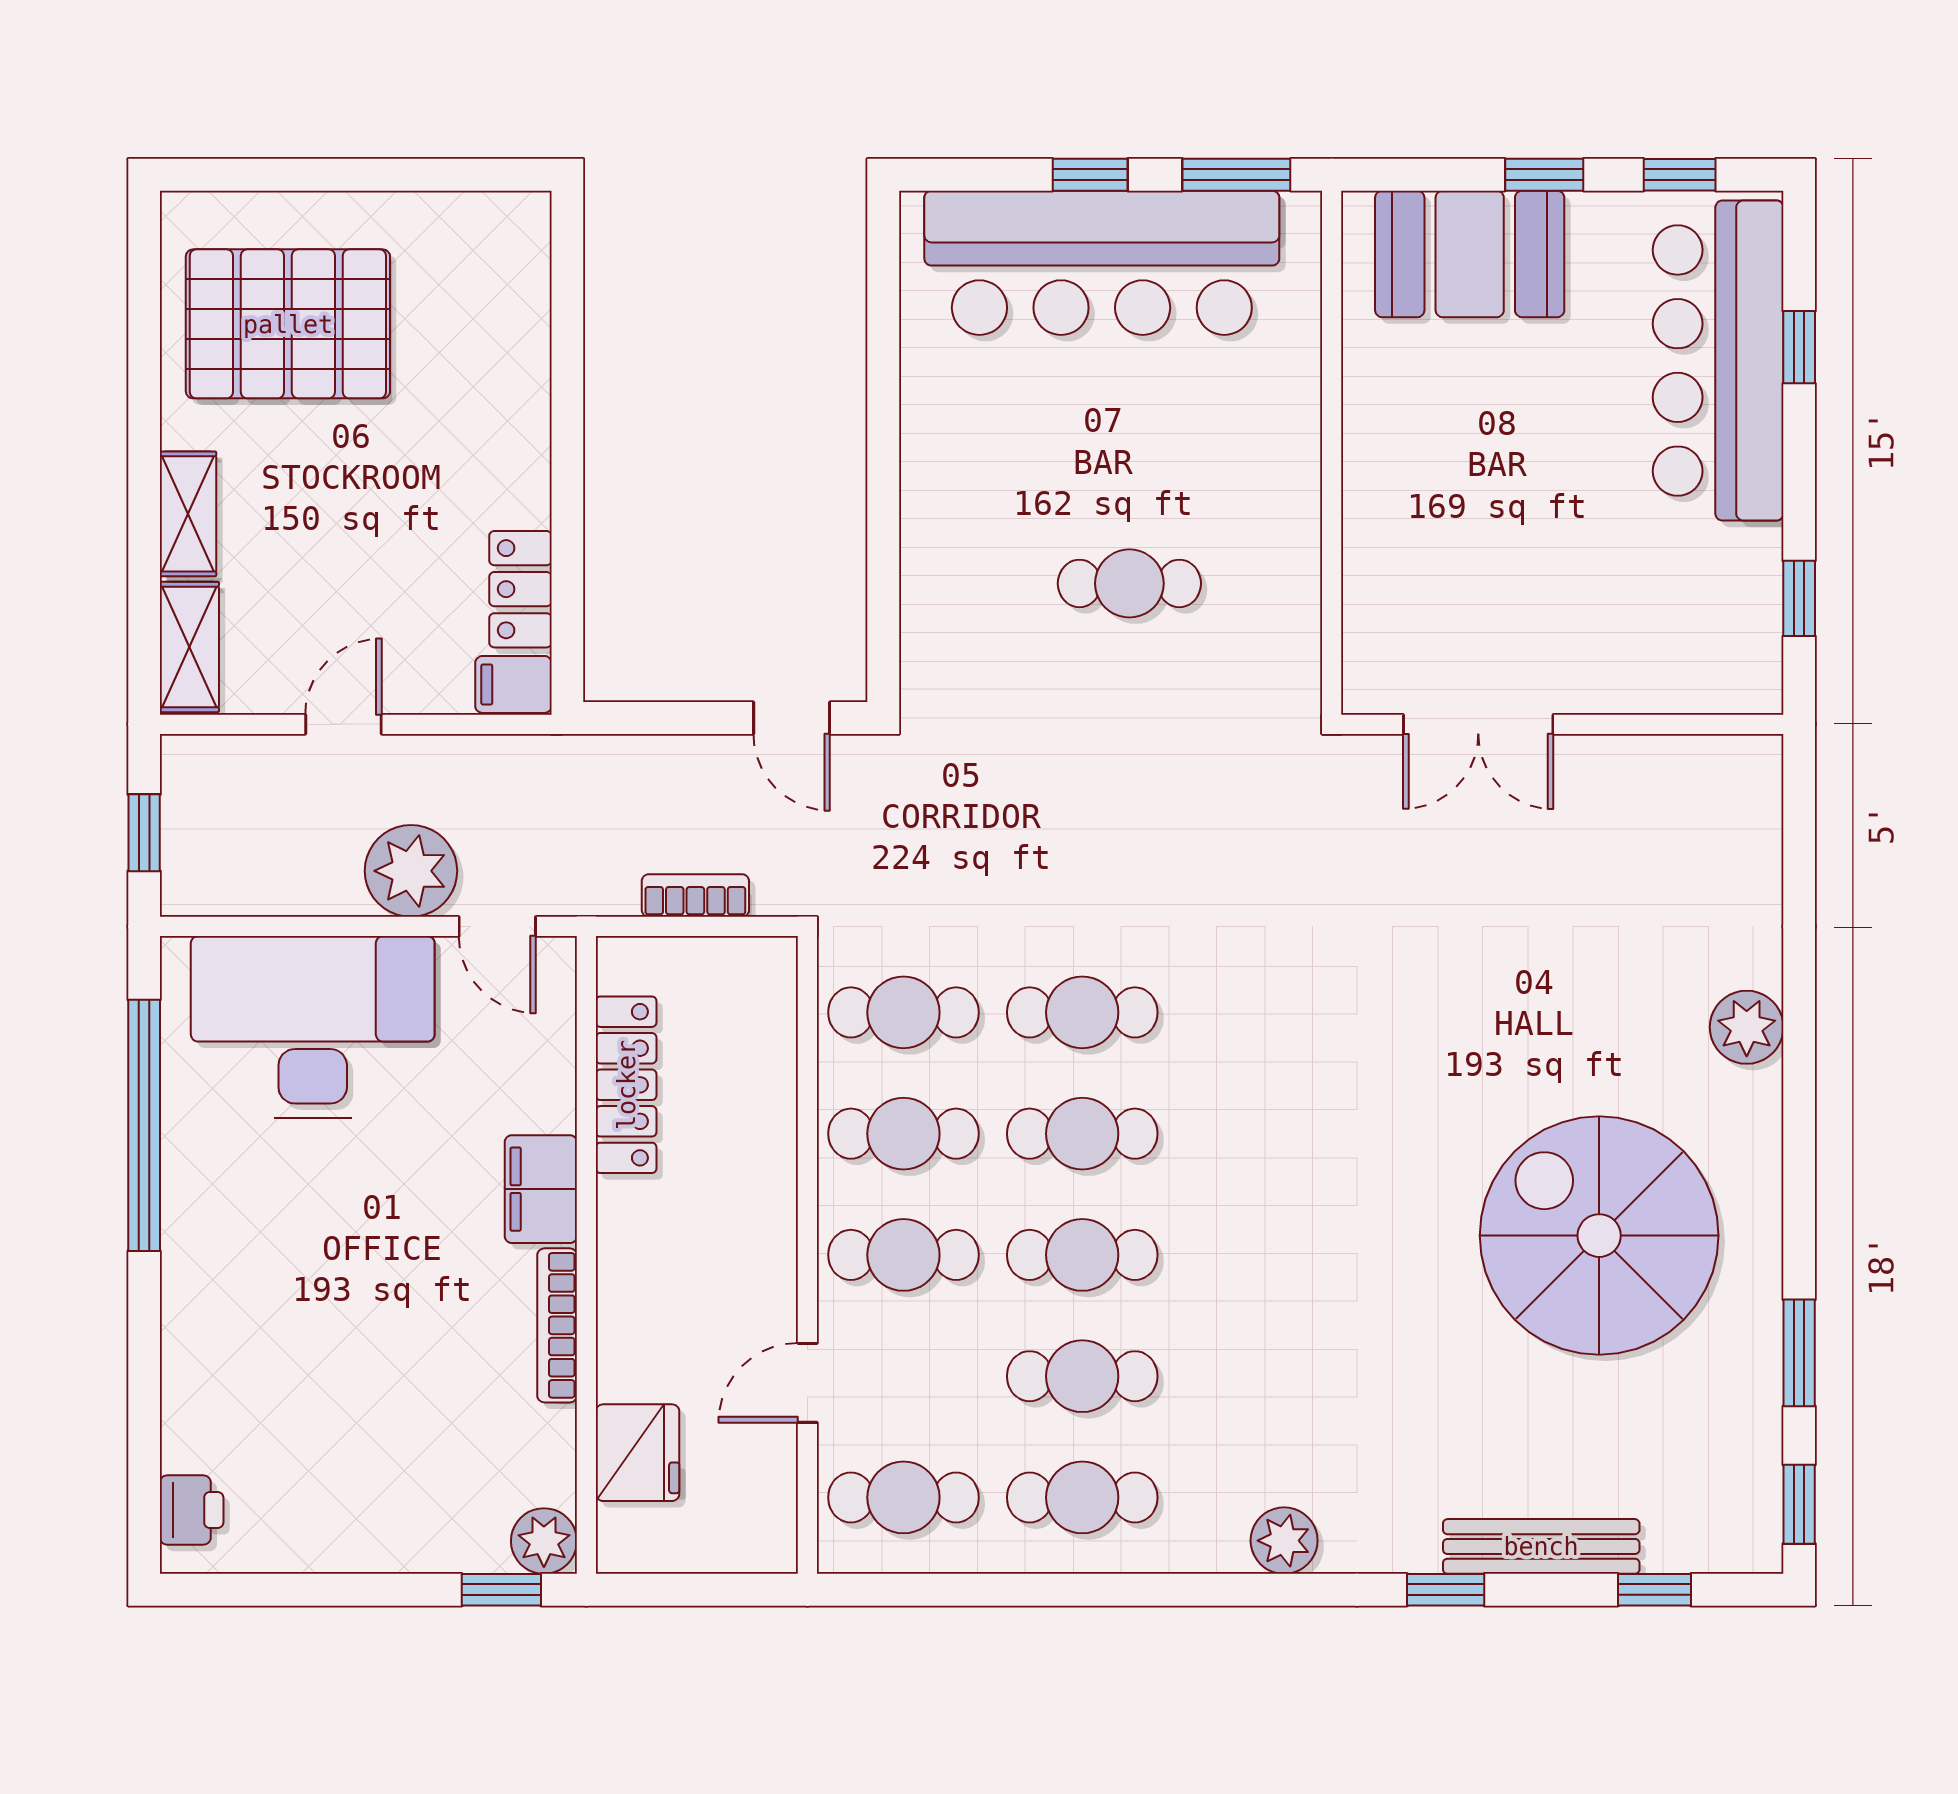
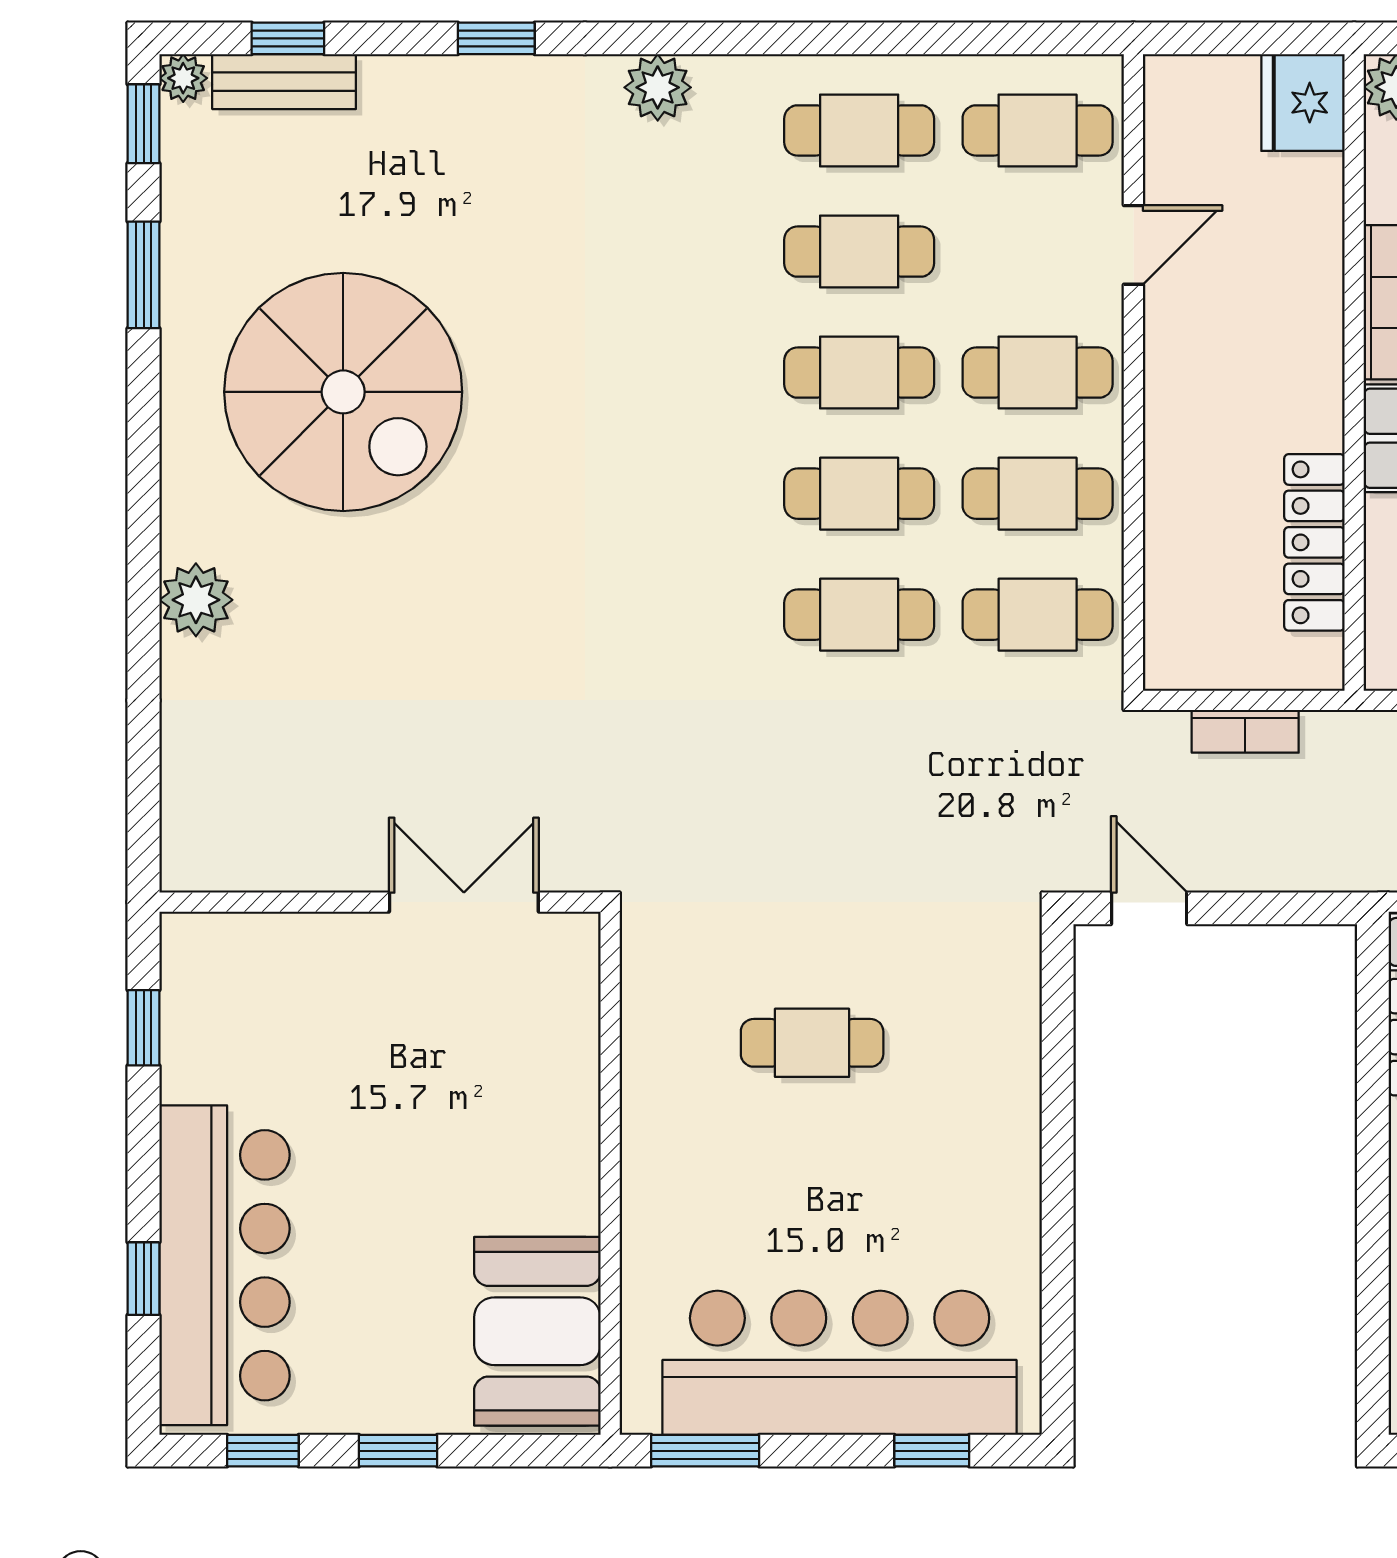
window: (1090, 175) -> (932, 1451), moved
booth: (1470, 254) -> (537, 1331), moved, turned 90
fridge: (638, 1453) -> (1303, 103), moved
bench: (1541, 1546) -> (284, 82), moved, width x0.73
plant: (1759, 1550) -> (183, 78), added

